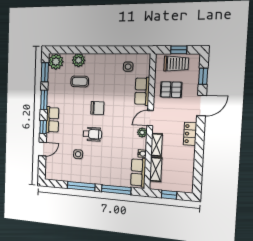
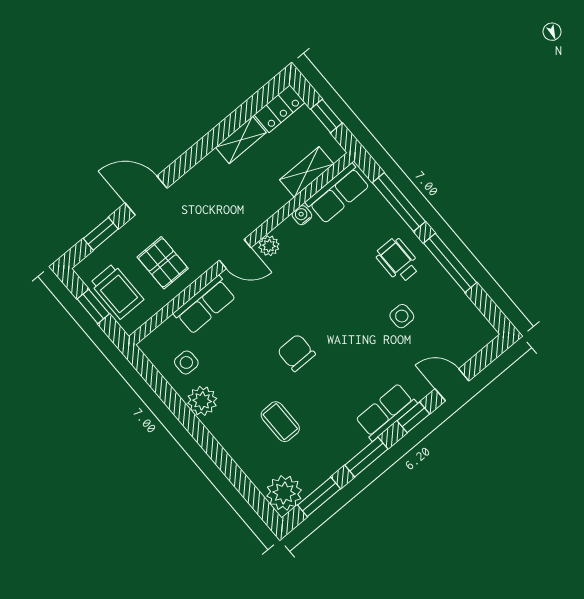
plant: (79, 60) -> (202, 401), moved
trolley: (176, 64) -> (117, 291), turned 180
wheelchair: (92, 134) -> (398, 260), moved
locker: (190, 134) -> (280, 109), moved
shelving: (157, 145) -> (241, 140), moved

